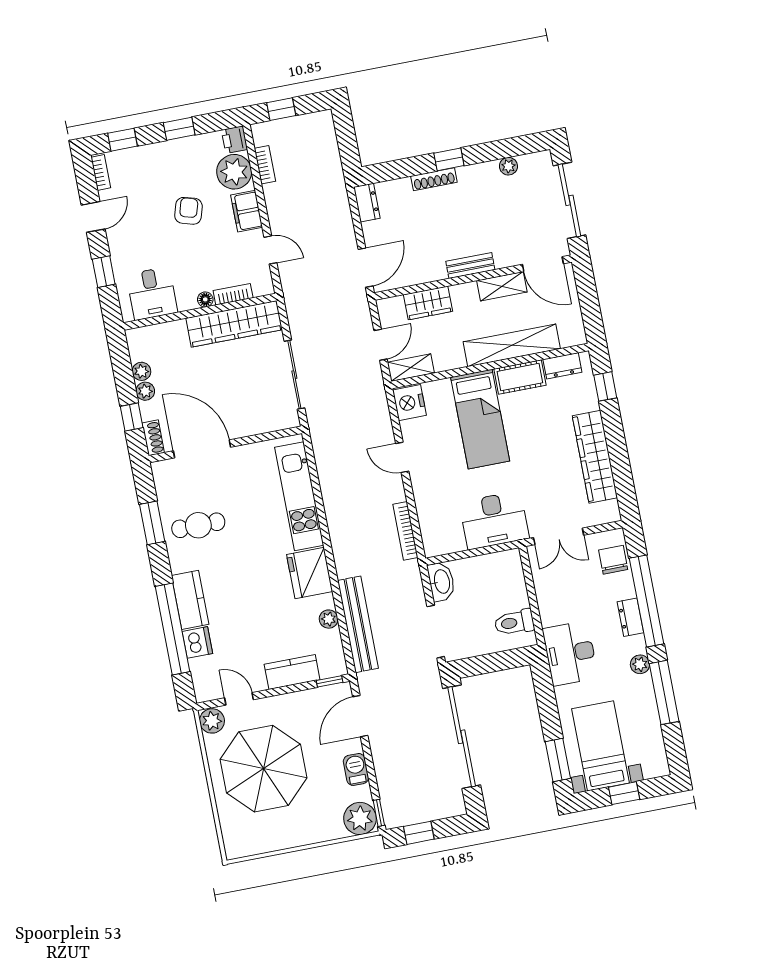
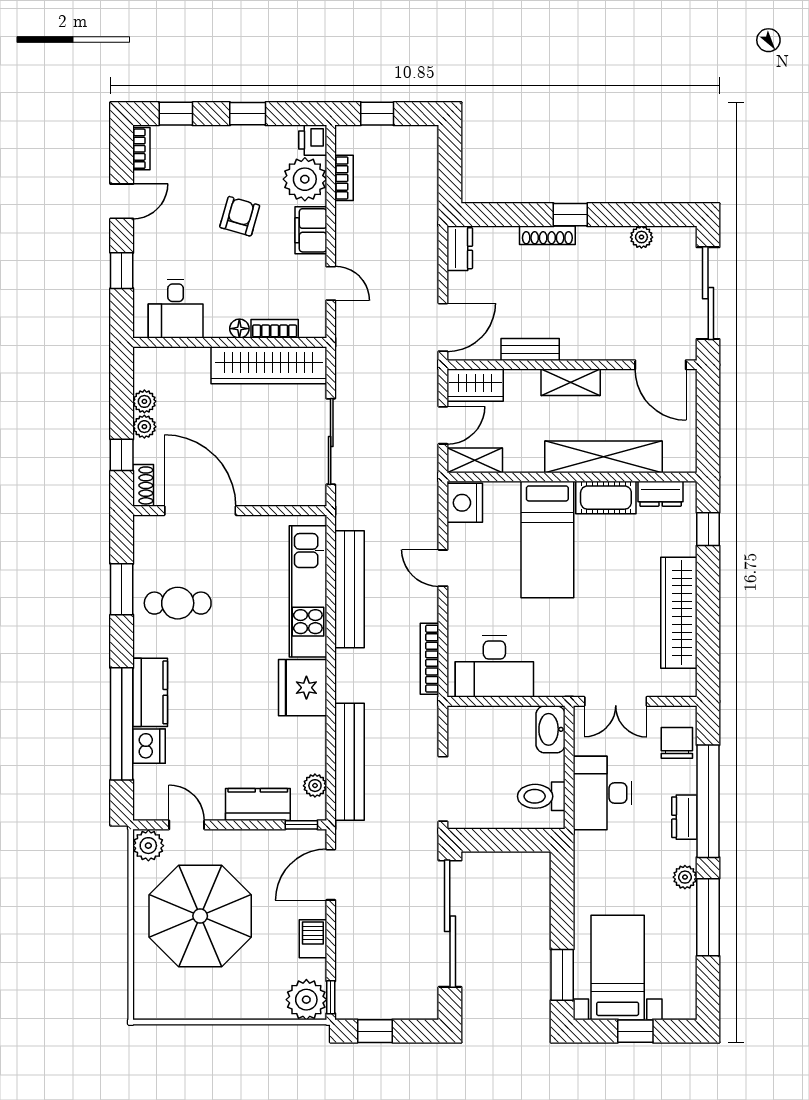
bench: (470, 266) -> (530, 349), moved
shelving: (502, 286) -> (571, 382), moved
wardrobe: (428, 303) -> (475, 385), moved
bench: (332, 488) -> (350, 589), added
desk: (494, 520) -> (494, 667), moved
washbasin: (441, 582) -> (551, 729), moved, turned 180
plant: (329, 619) -> (315, 786), moved
desk: (570, 653) -> (602, 793), moved

